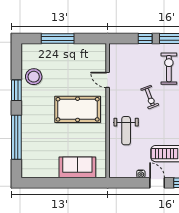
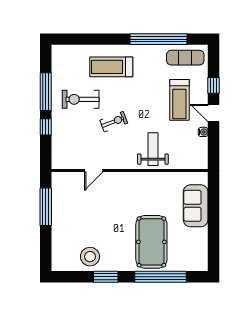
window: (58, 39) -> (46, 207), moved
pool table: (78, 109) -> (151, 242), moved
weight bench: (126, 131) -> (153, 149), turned -90
door: (157, 183) -> (213, 113), hinge flipped

